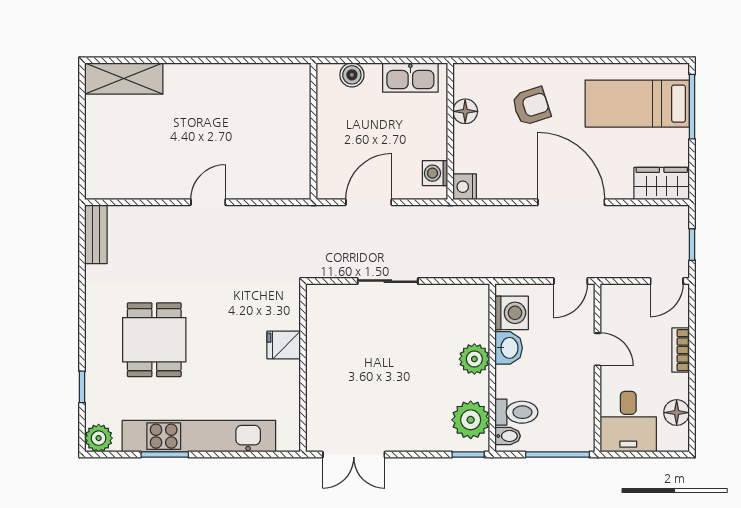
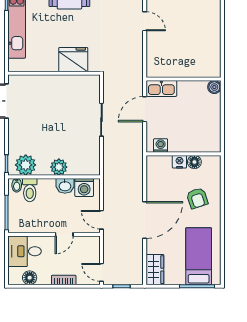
boiler: (352, 75) -> (214, 87), moved
kitchen sink: (410, 78) -> (161, 88), moved, turned -90
nightstand: (465, 187) -> (179, 162), moved
door: (369, 202) -> (145, 109), swing flipped
fridge: (284, 345) -> (73, 60), width x1.88, depth x1.34

